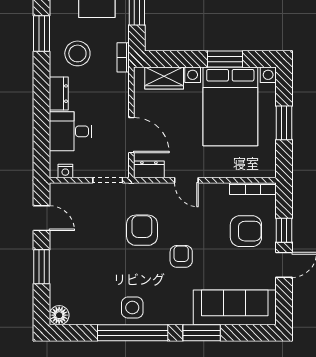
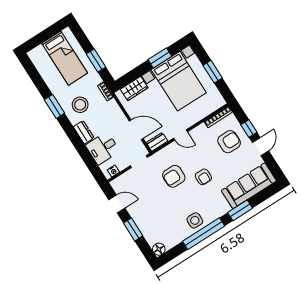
armchair: (142, 230) -> (174, 176), turned -90
armchair: (181, 256) -> (203, 177), turned 180

